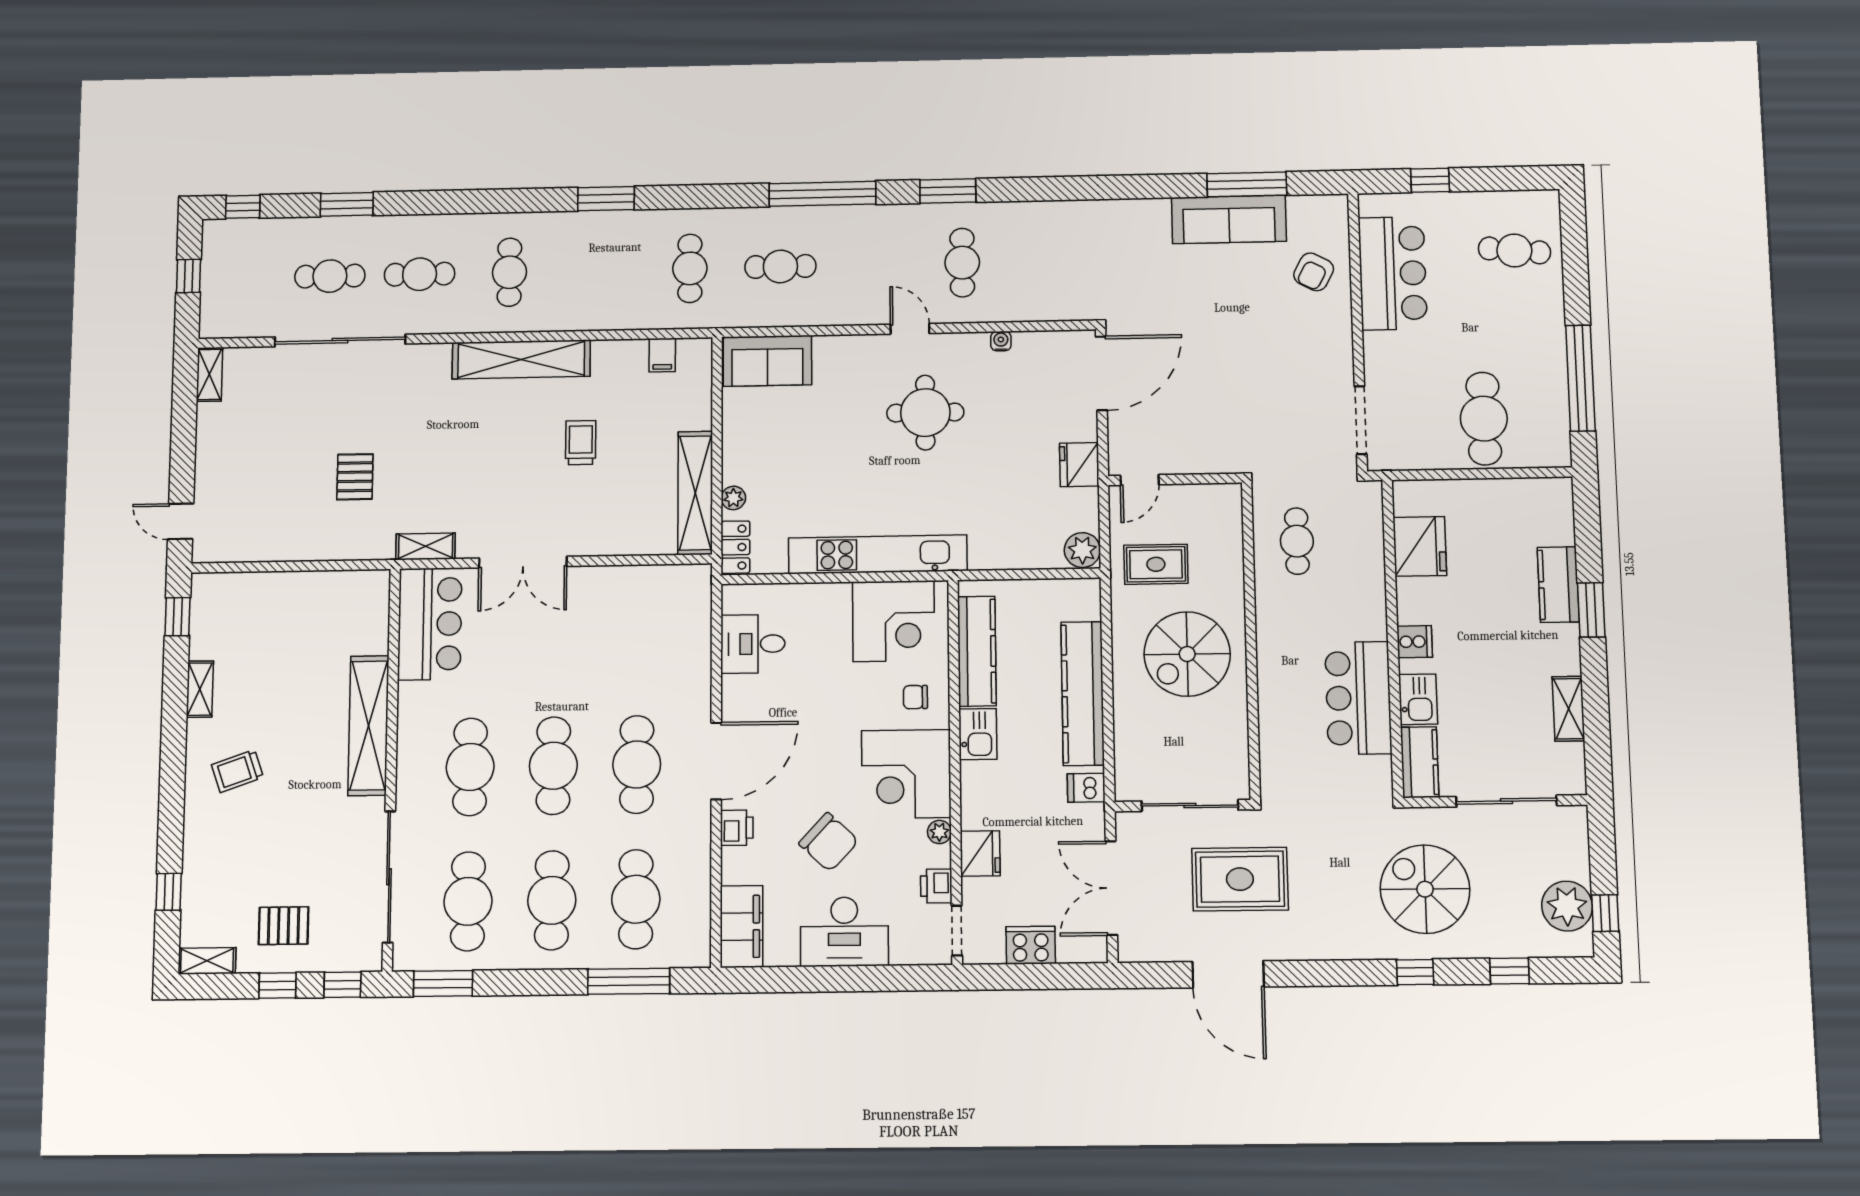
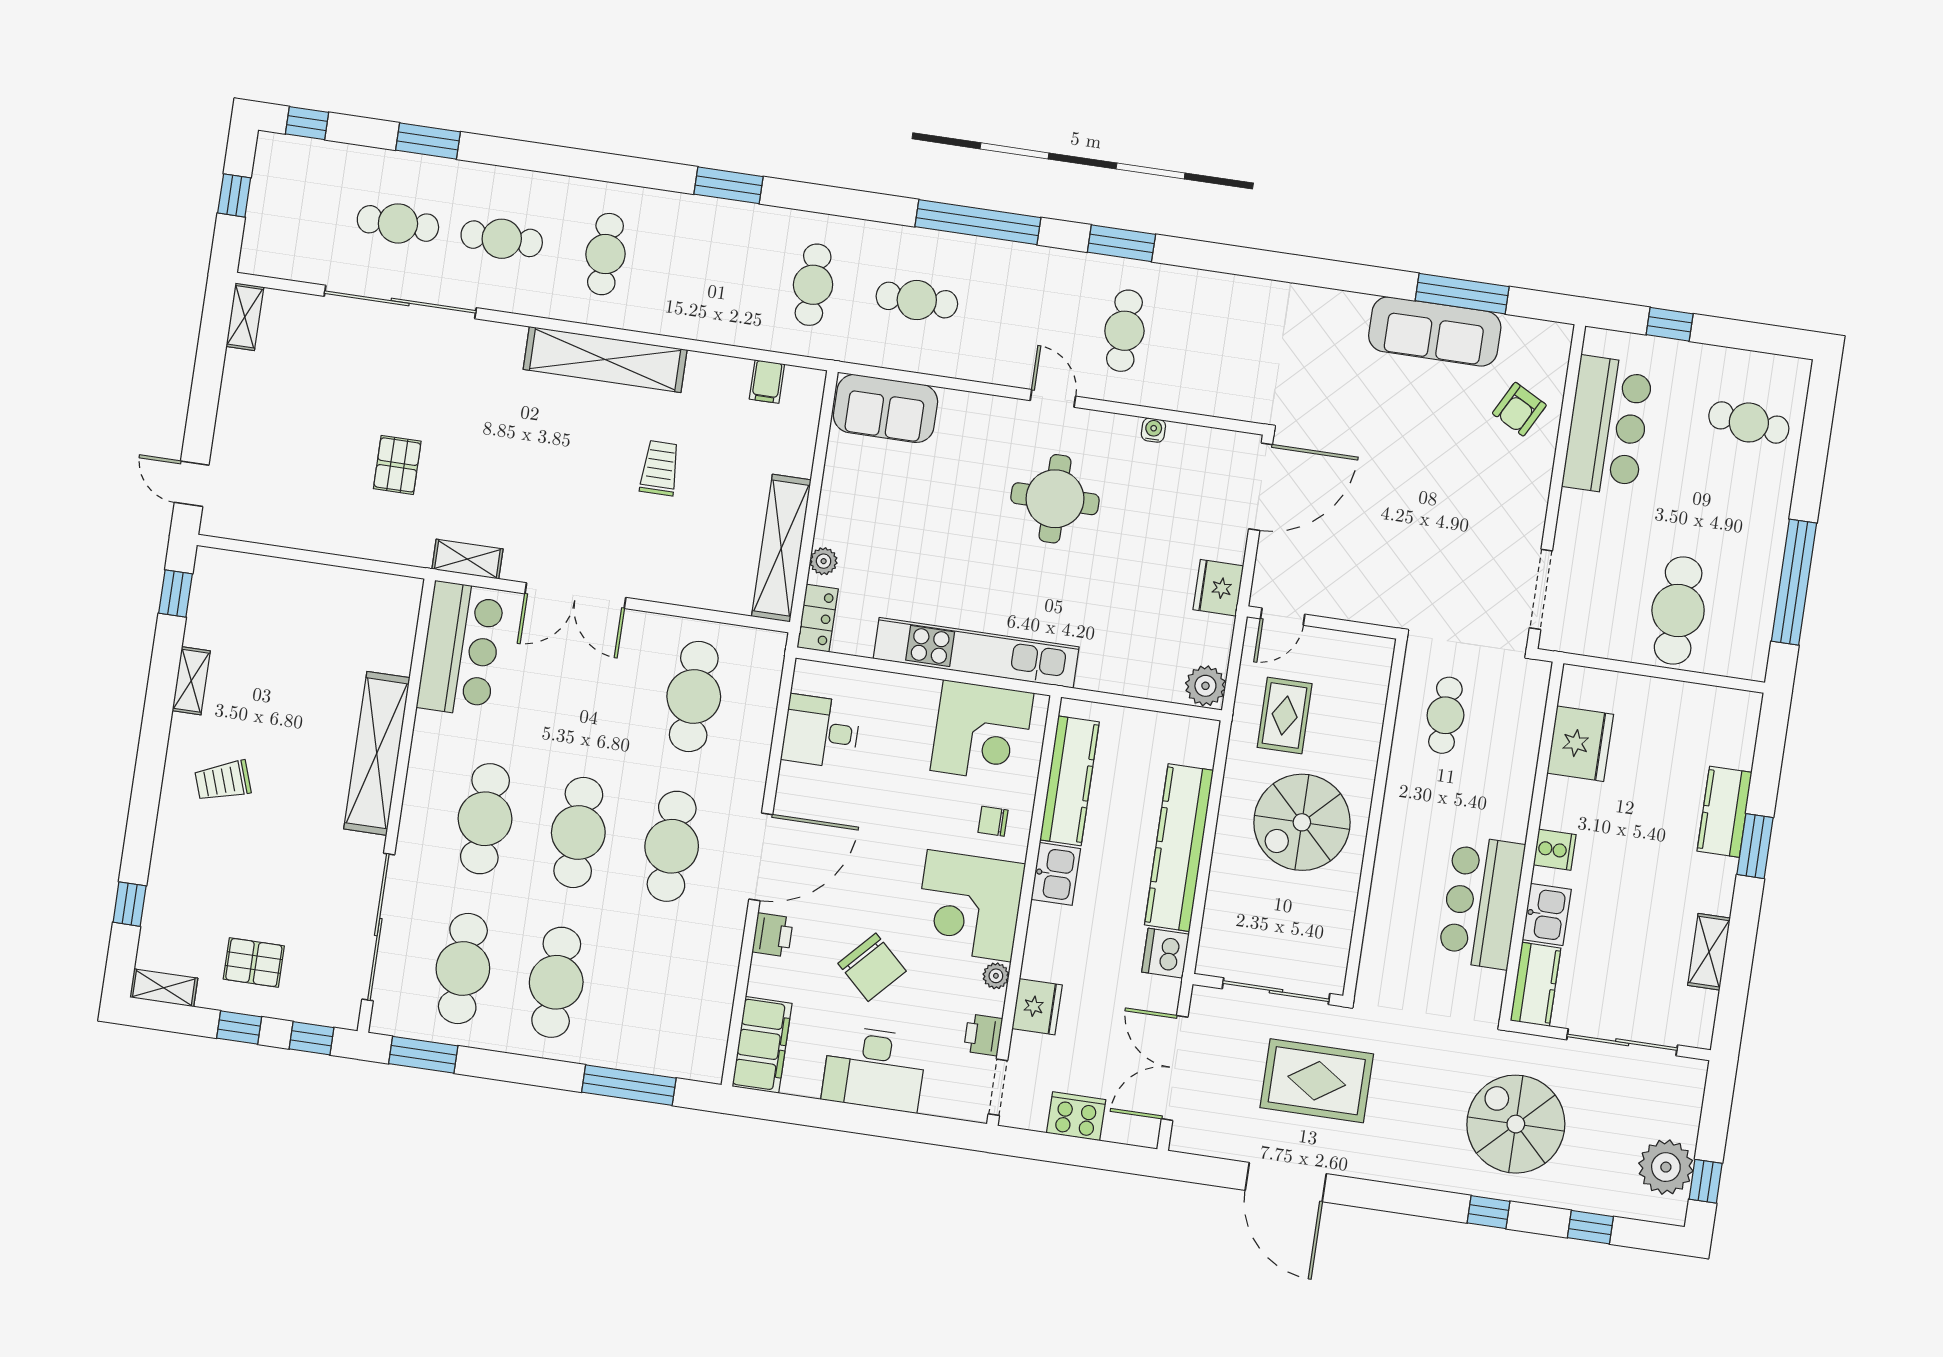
rug: (1156, 564) -> (1285, 716), turned 90
dishwasher: (1086, 788) -> (1165, 953), width x1.38
cafe table: (636, 899) -> (694, 696), moved

